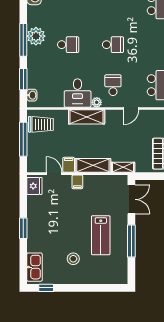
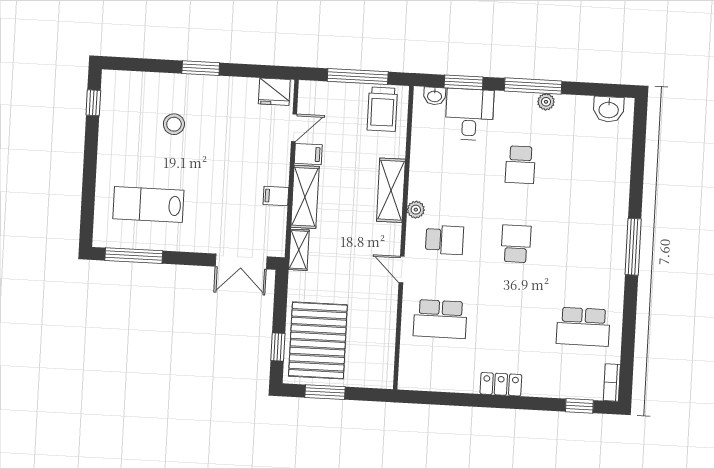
plant: (36, 36) -> (546, 102), width x0.53, depth x0.53
school desk: (113, 45) -> (516, 244), turned 180
desk: (78, 93) -> (469, 114), moved, turned 90
filing cabinet: (77, 182) -> (276, 196), moved
lab bench: (101, 235) -> (148, 204), moved
window: (131, 241) -> (134, 256), moved
stool: (73, 259) -> (174, 124), moved
kitchen sink: (34, 267) -> (131, 84), removed

